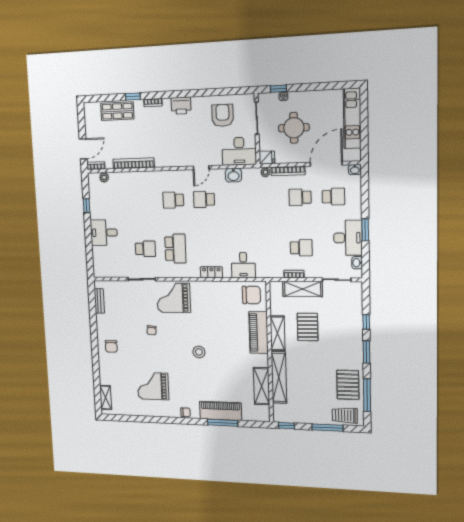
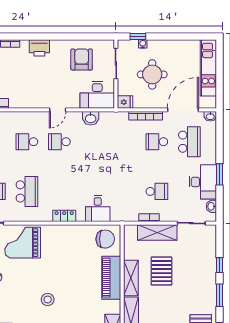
plant: (265, 172) -> (123, 116), removed
school desk: (333, 197) -> (189, 142), width x1.85

